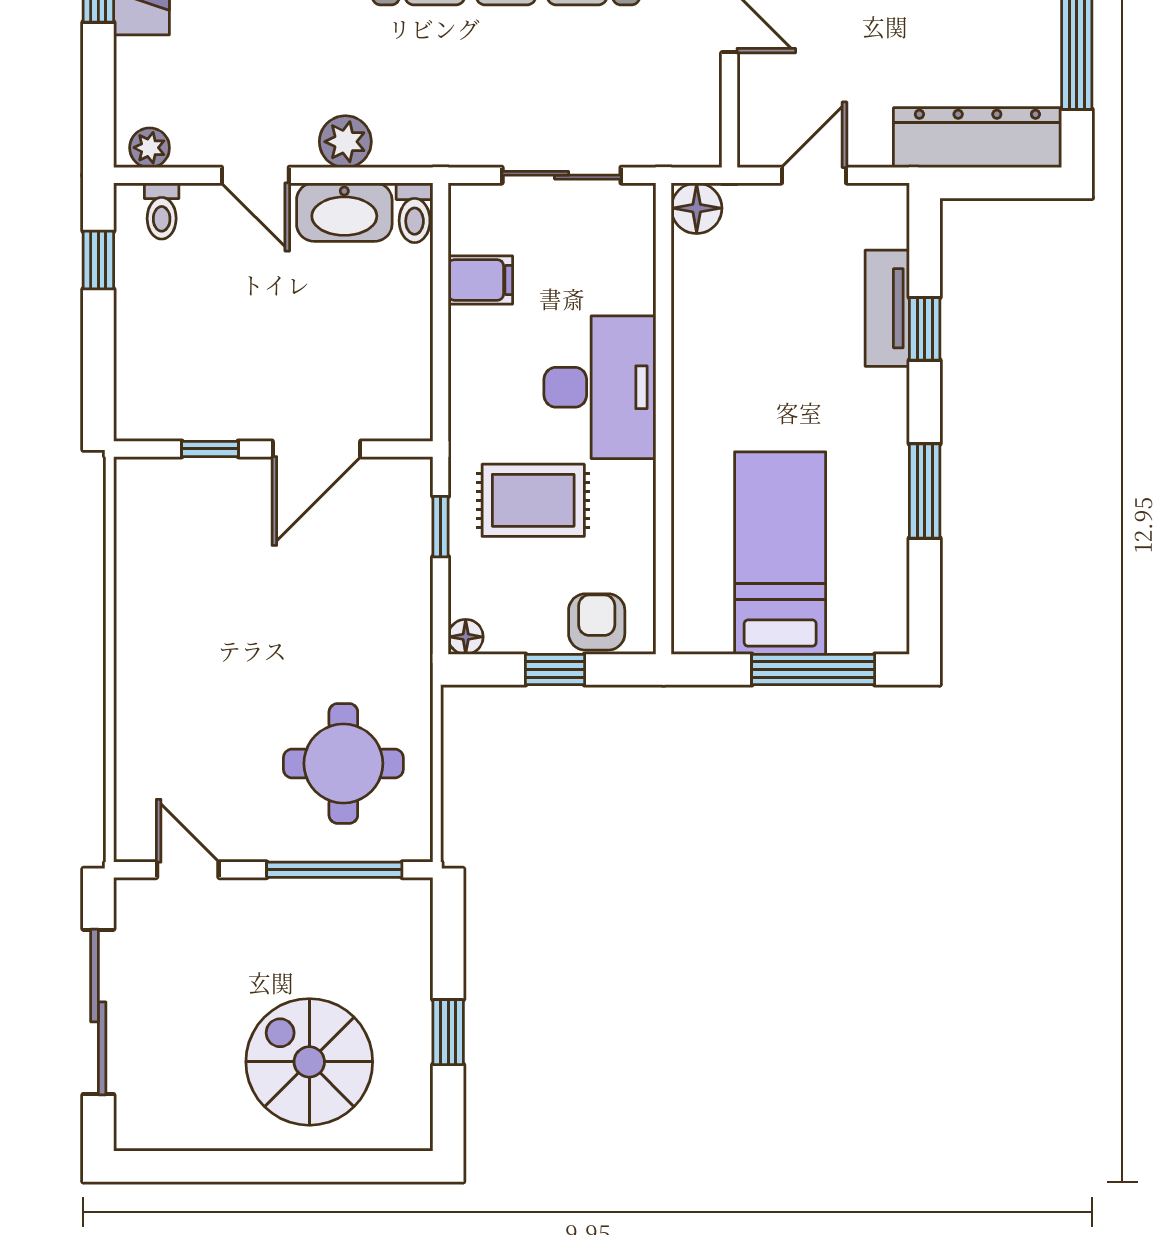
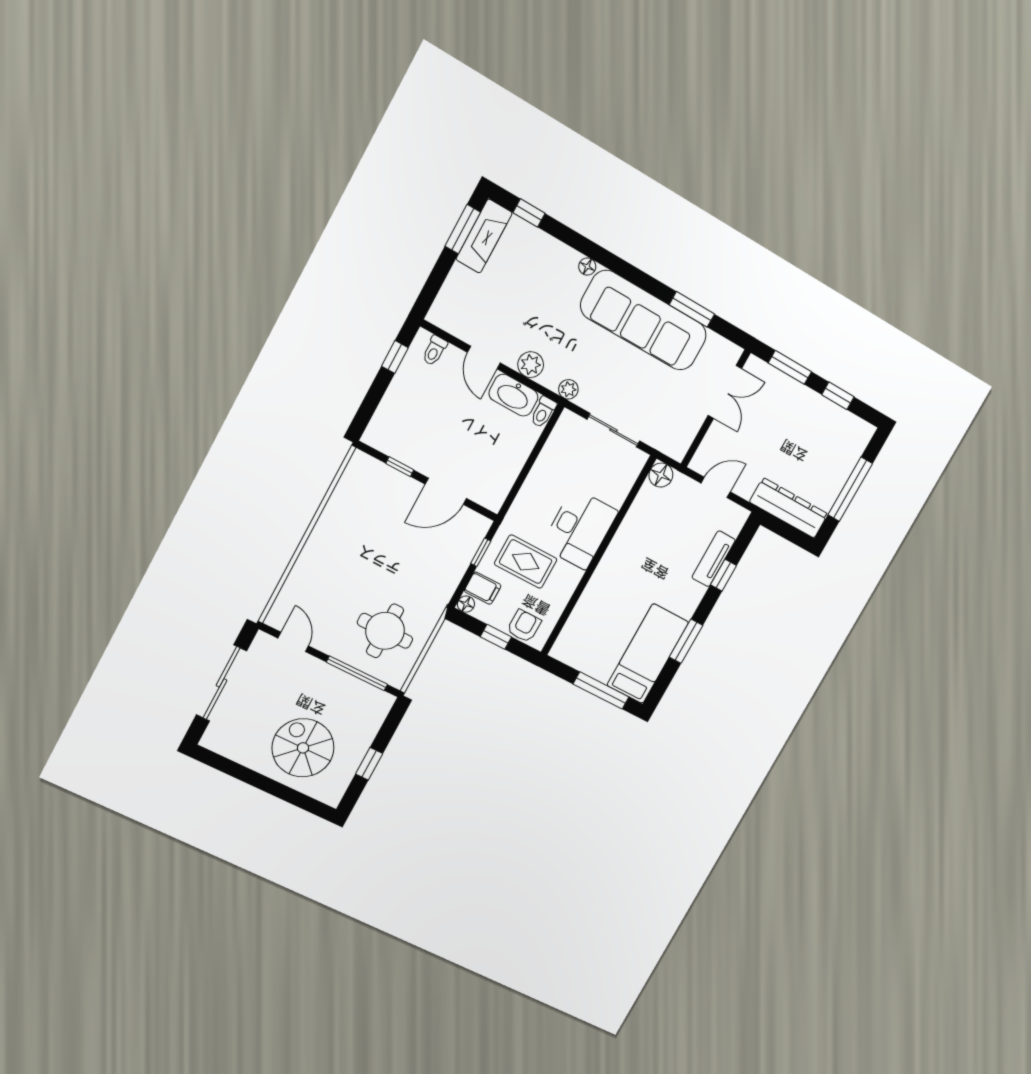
plant: (150, 148) -> (568, 389), moved
filing cabinet: (480, 280) -> (483, 588), moved
bed: (780, 553) -> (648, 654), moved

